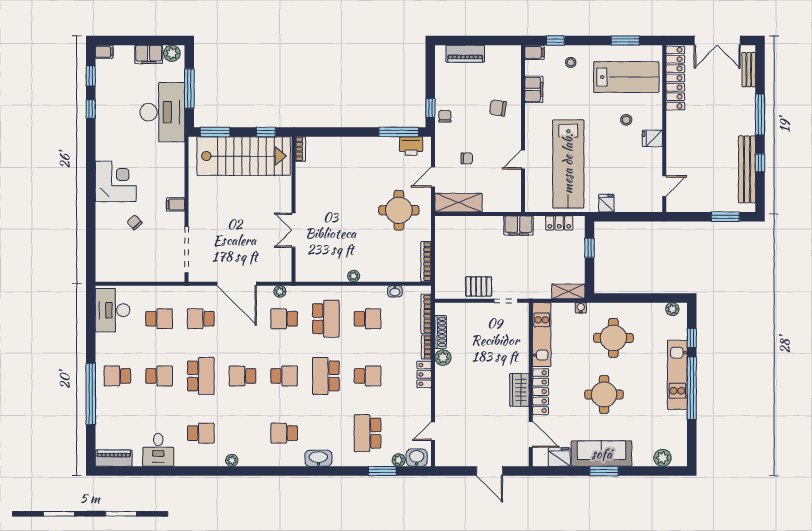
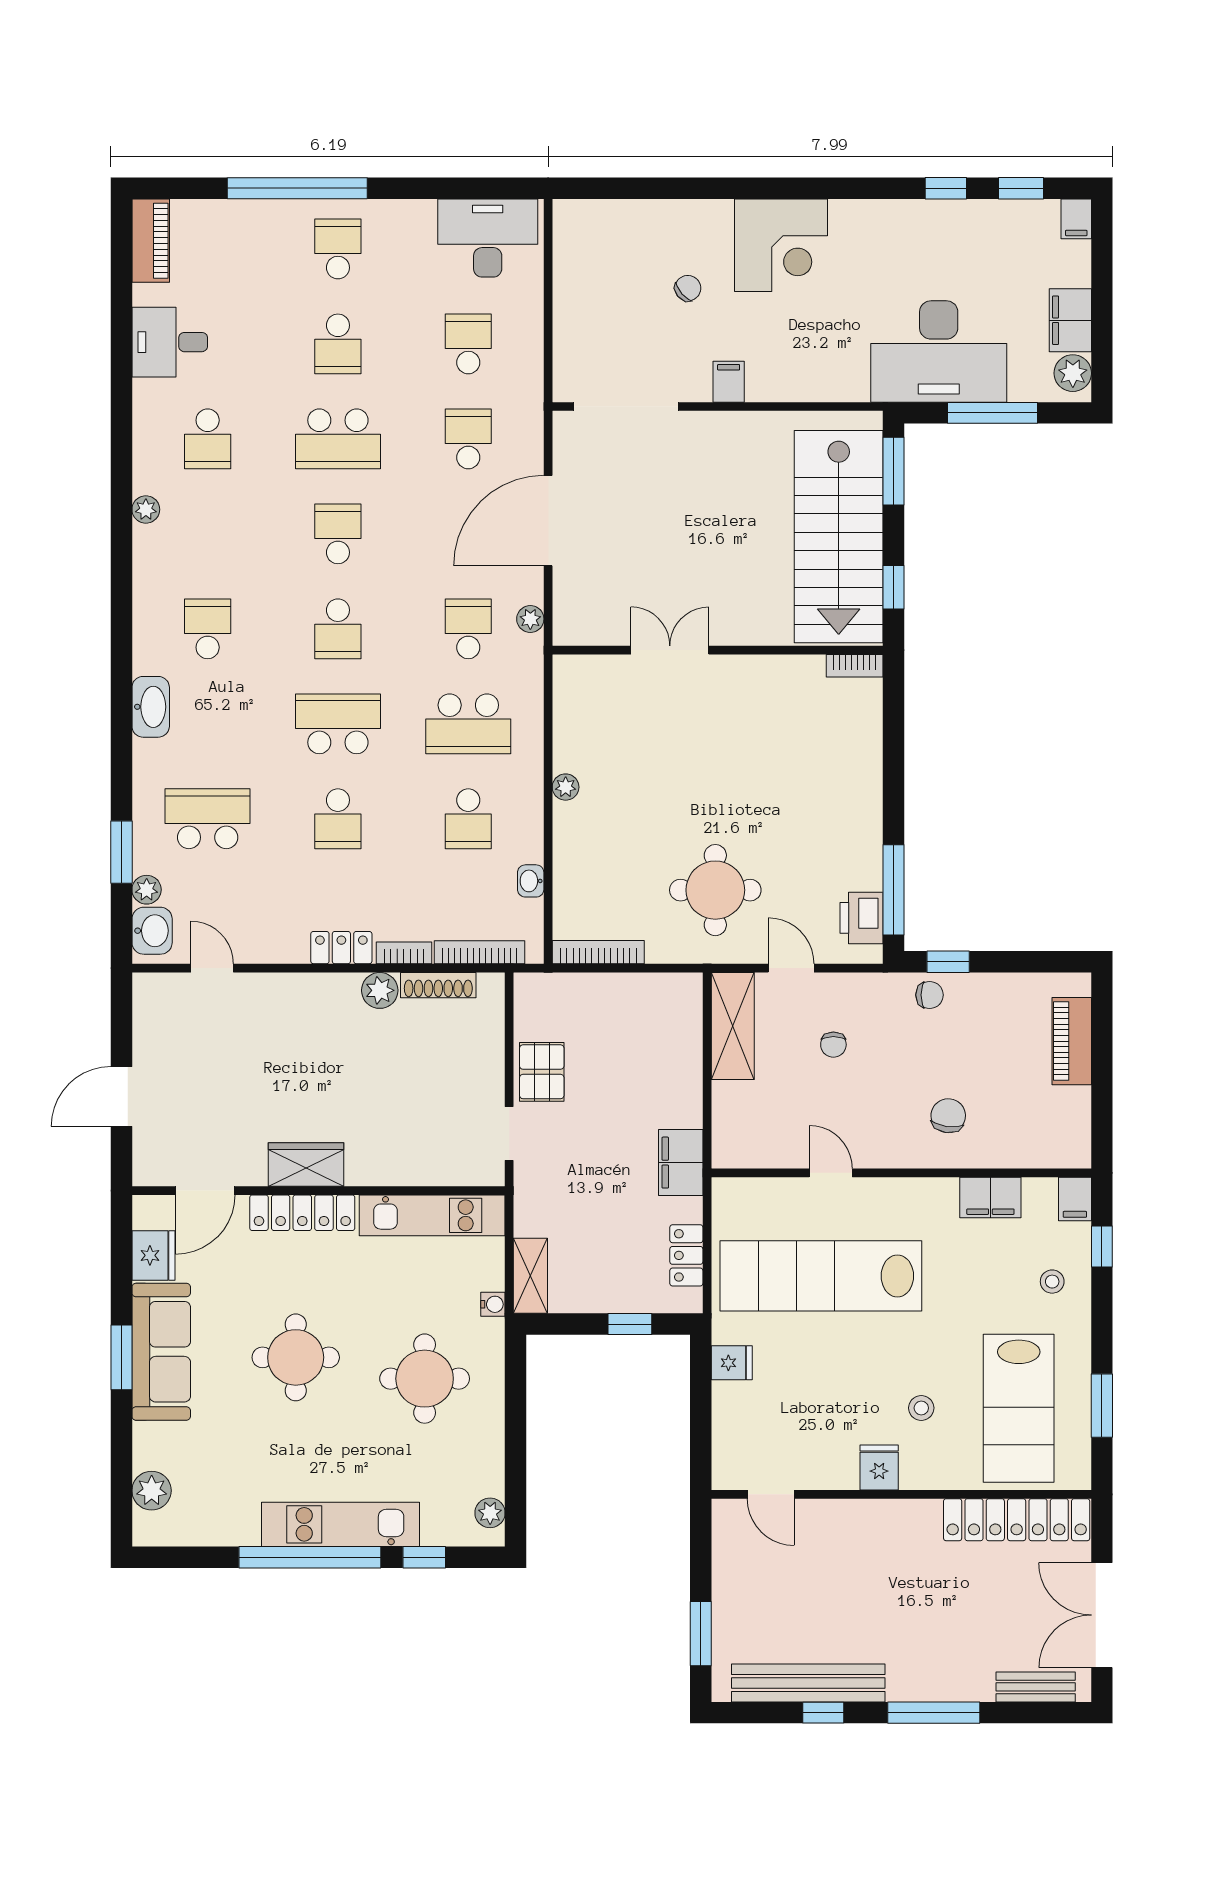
school desk: (159, 319) -> (468, 344), turned 180

